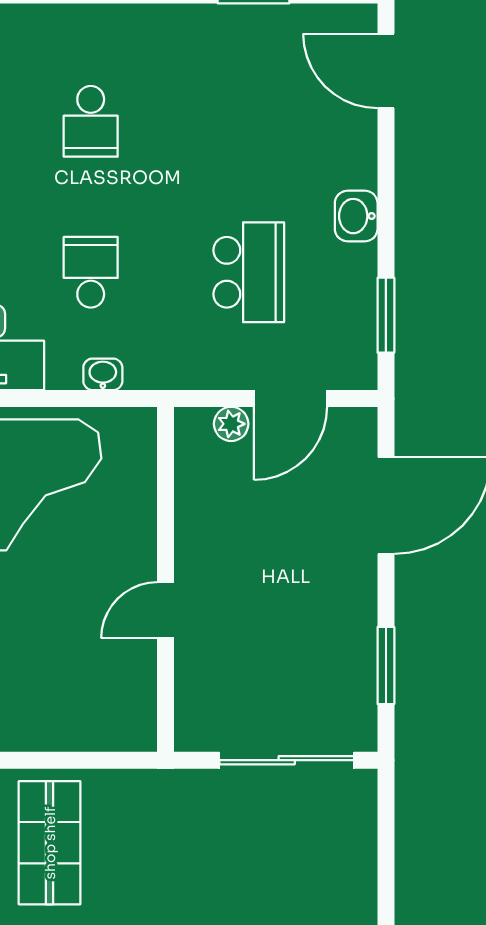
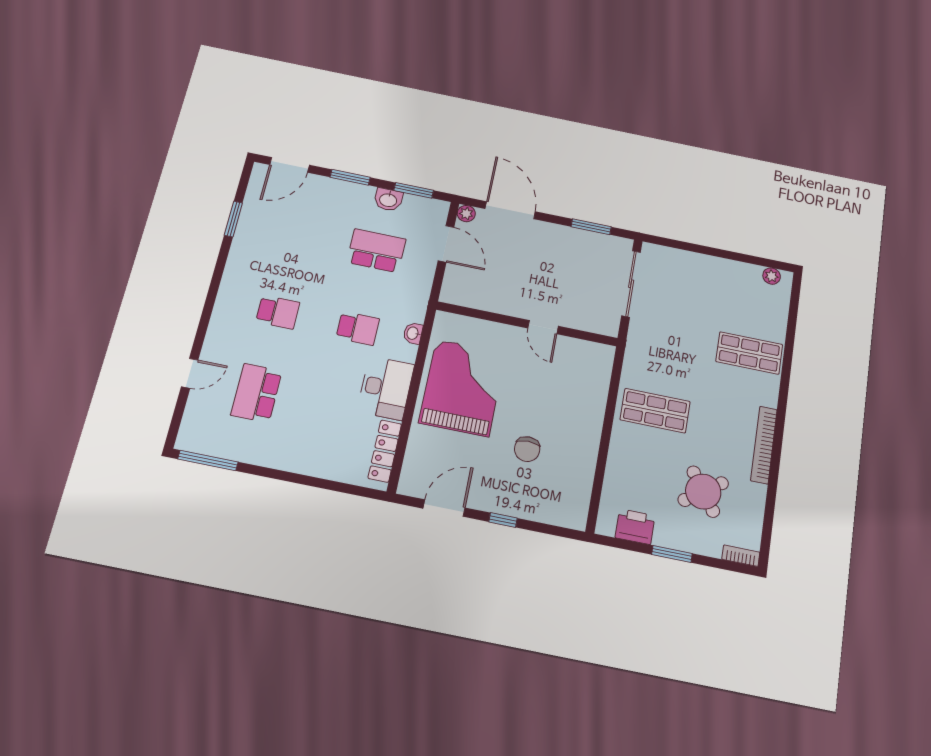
window: (386, 190) -> (350, 177), added
washbasin: (356, 216) -> (388, 200), moved
school desk: (91, 272) -> (358, 328), turned 180
plant: (231, 424) -> (466, 214), moved

